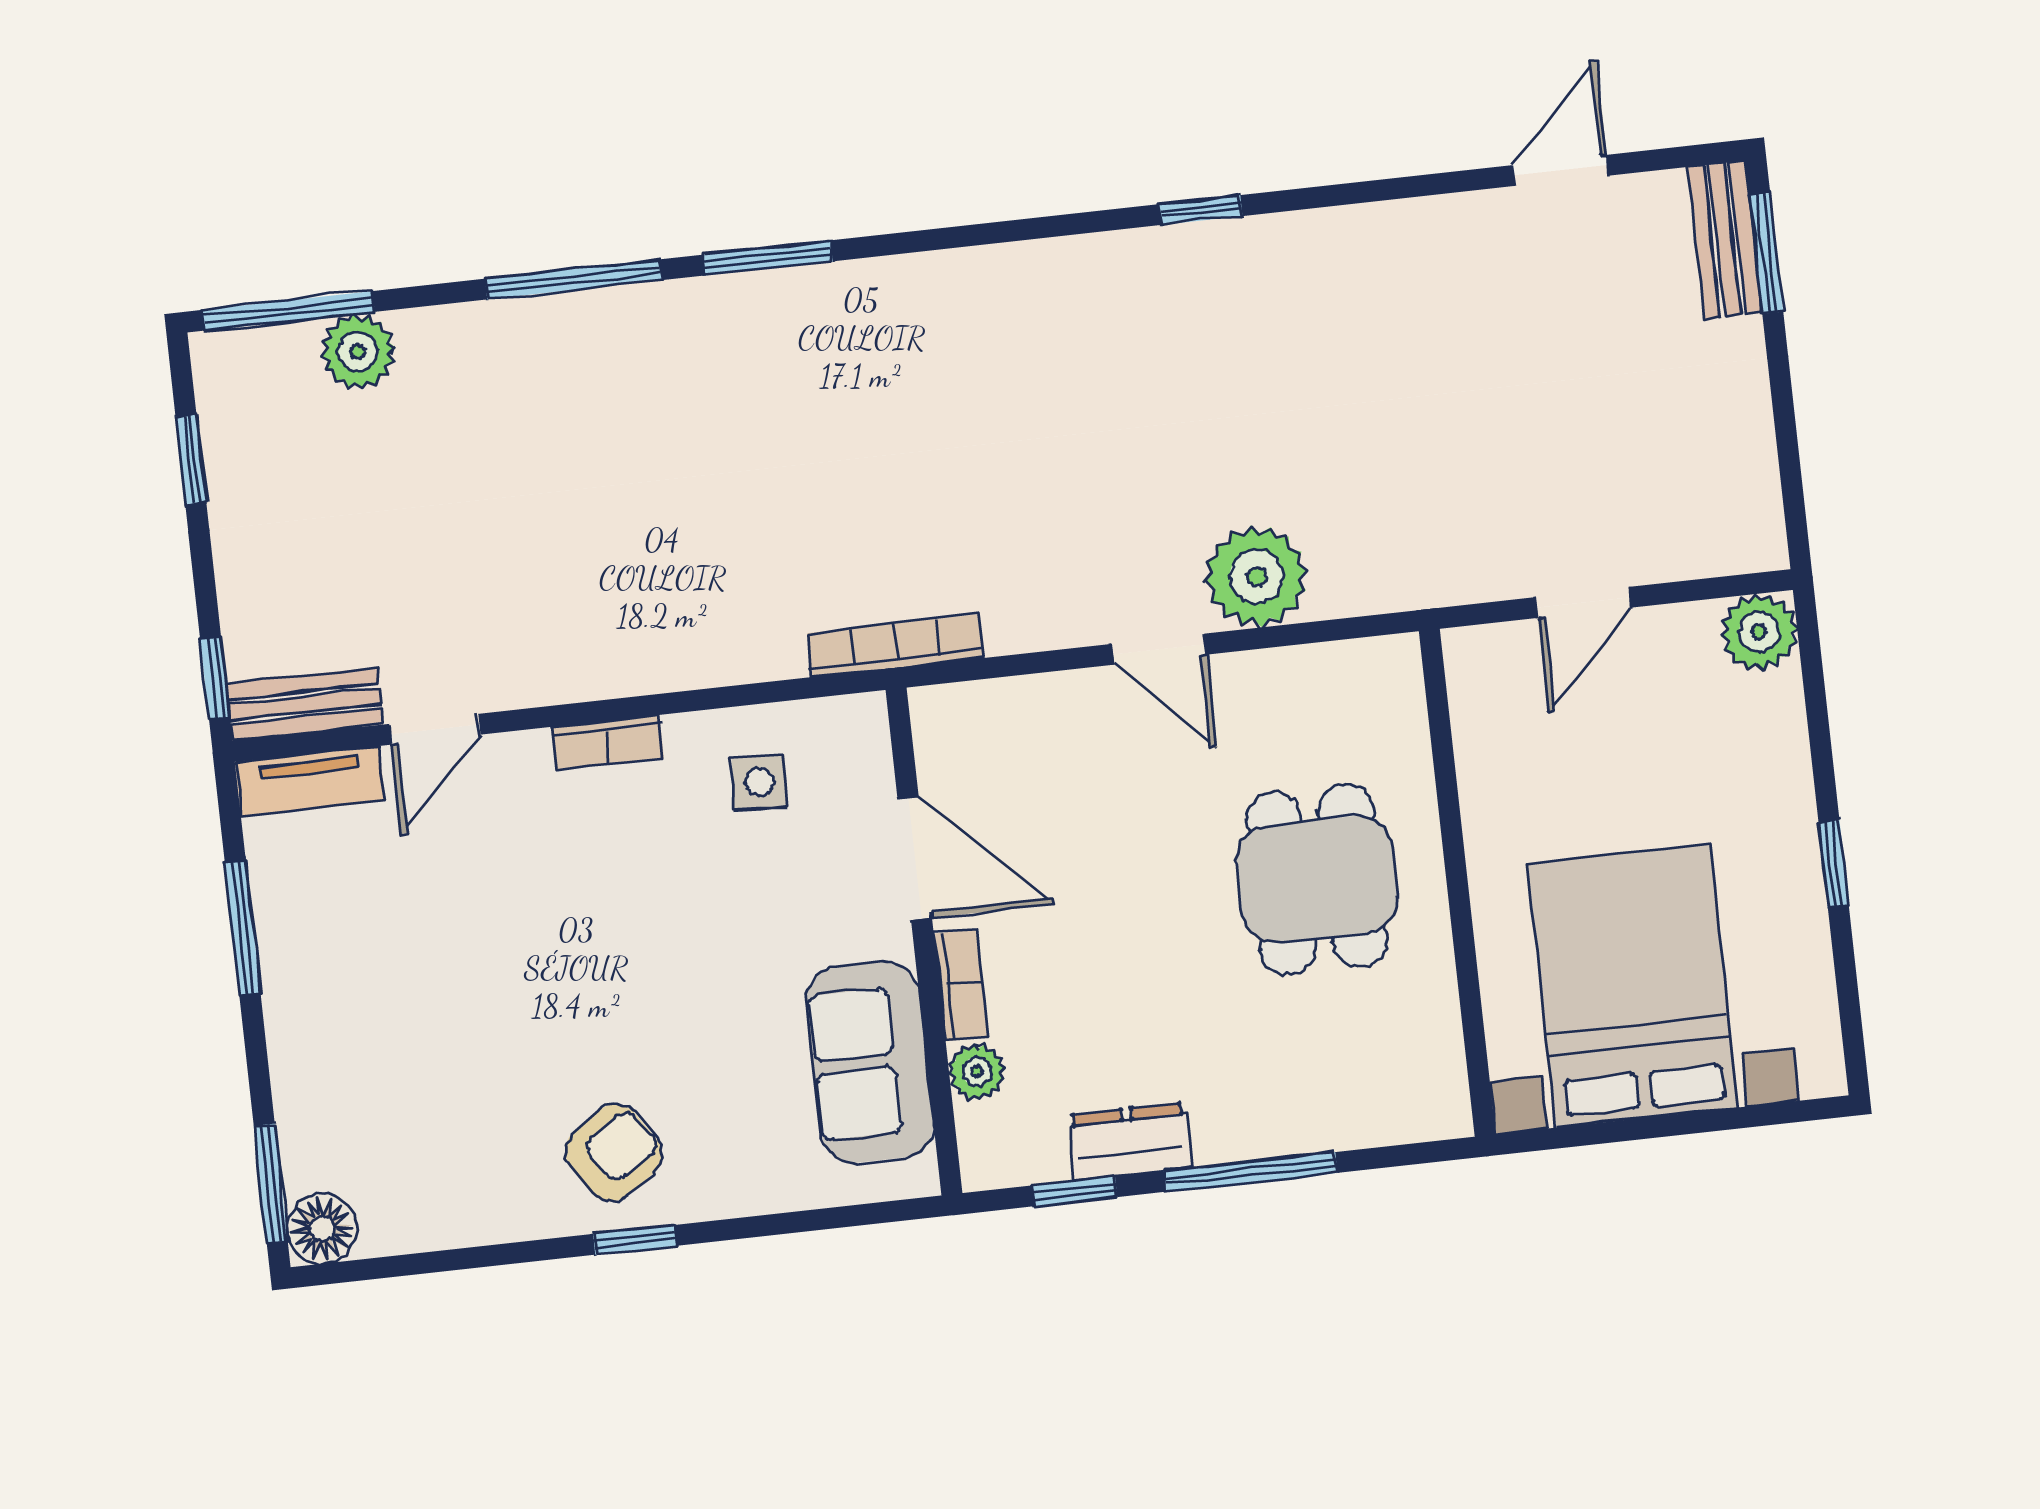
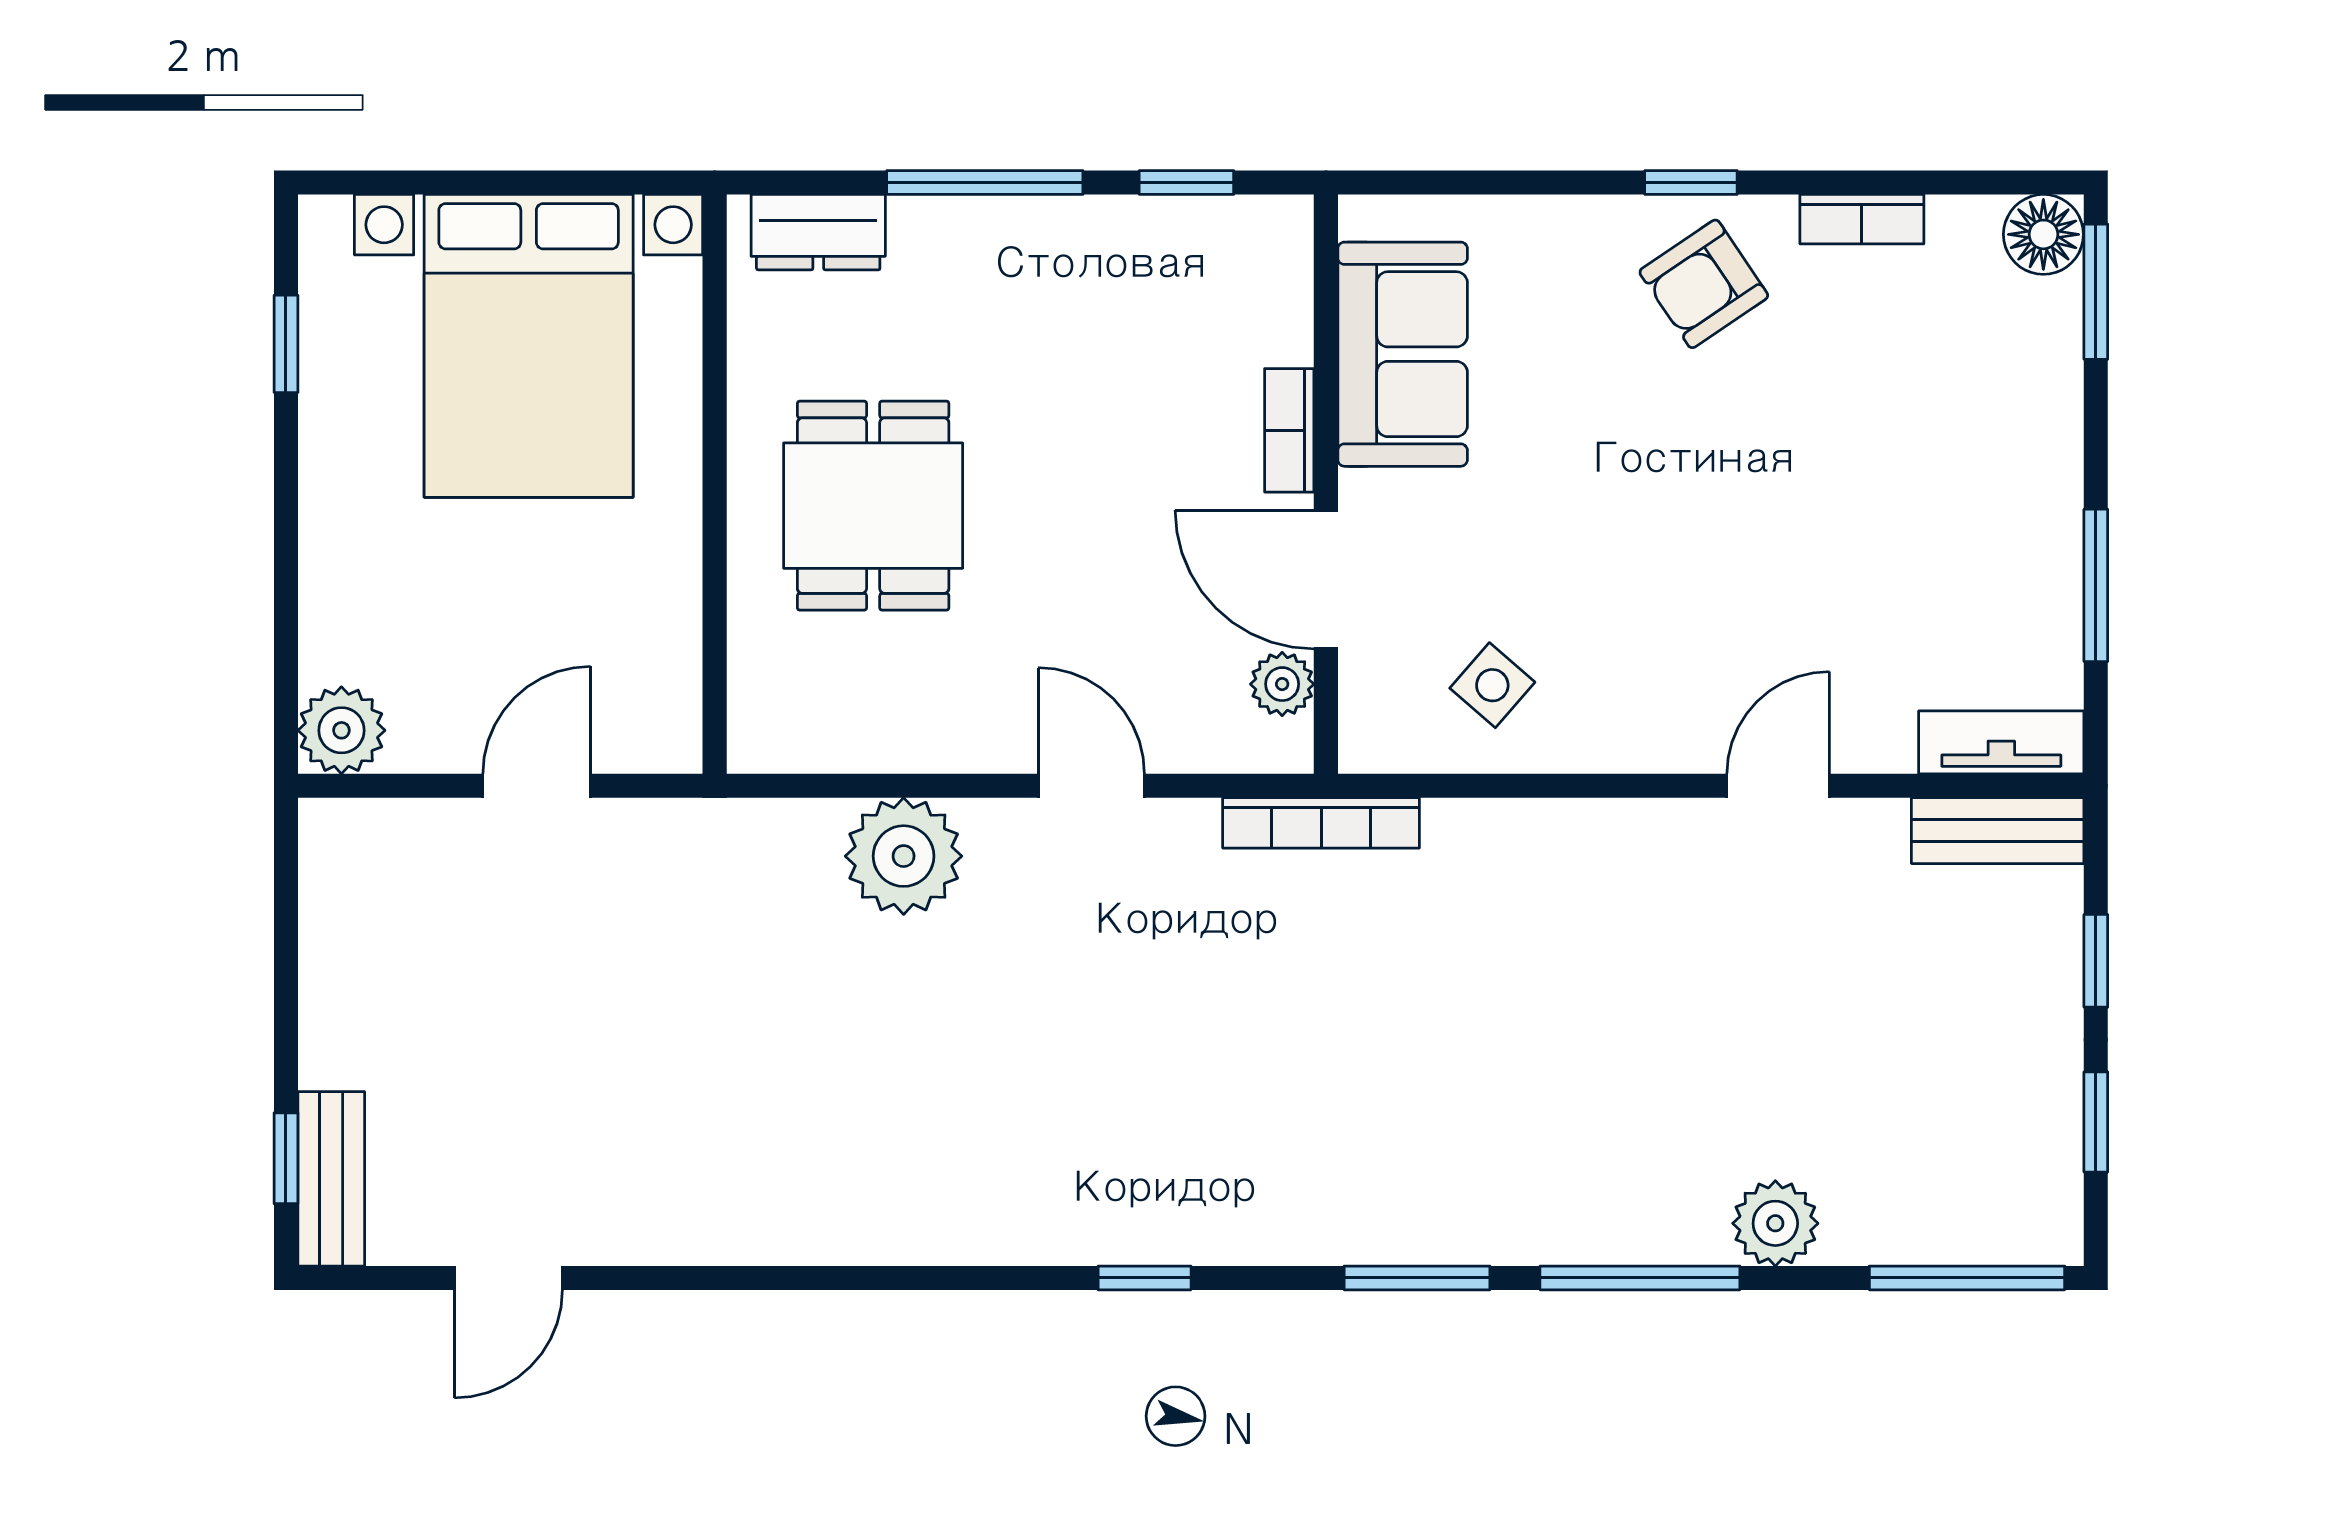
window: (1201, 210) -> (1145, 1278), moved
window: (1766, 253) -> (286, 1158), width x0.67
plant: (358, 351) -> (1775, 1223), moved
door: (1159, 649) -> (1091, 786), moved
window: (215, 678) -> (2096, 961), moved
door: (435, 729) -> (1778, 786), moved
bookcase: (608, 743) -> (1862, 219), moved, turned 180
side table: (759, 782) -> (1492, 685), turned 38
window: (1834, 864) -> (286, 344), moved
plant: (977, 1072) -> (1282, 684), moved
dresser: (1130, 1141) -> (818, 232), moved

